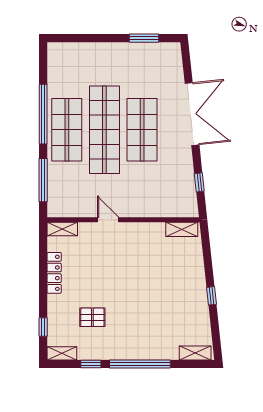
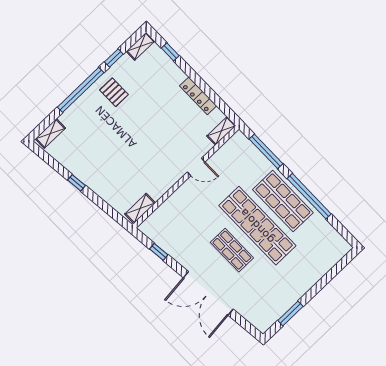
shop shelf: (142, 130) -> (232, 250), width x0.70, depth x0.74
pallet: (92, 317) -> (114, 92), moved, turned 90

